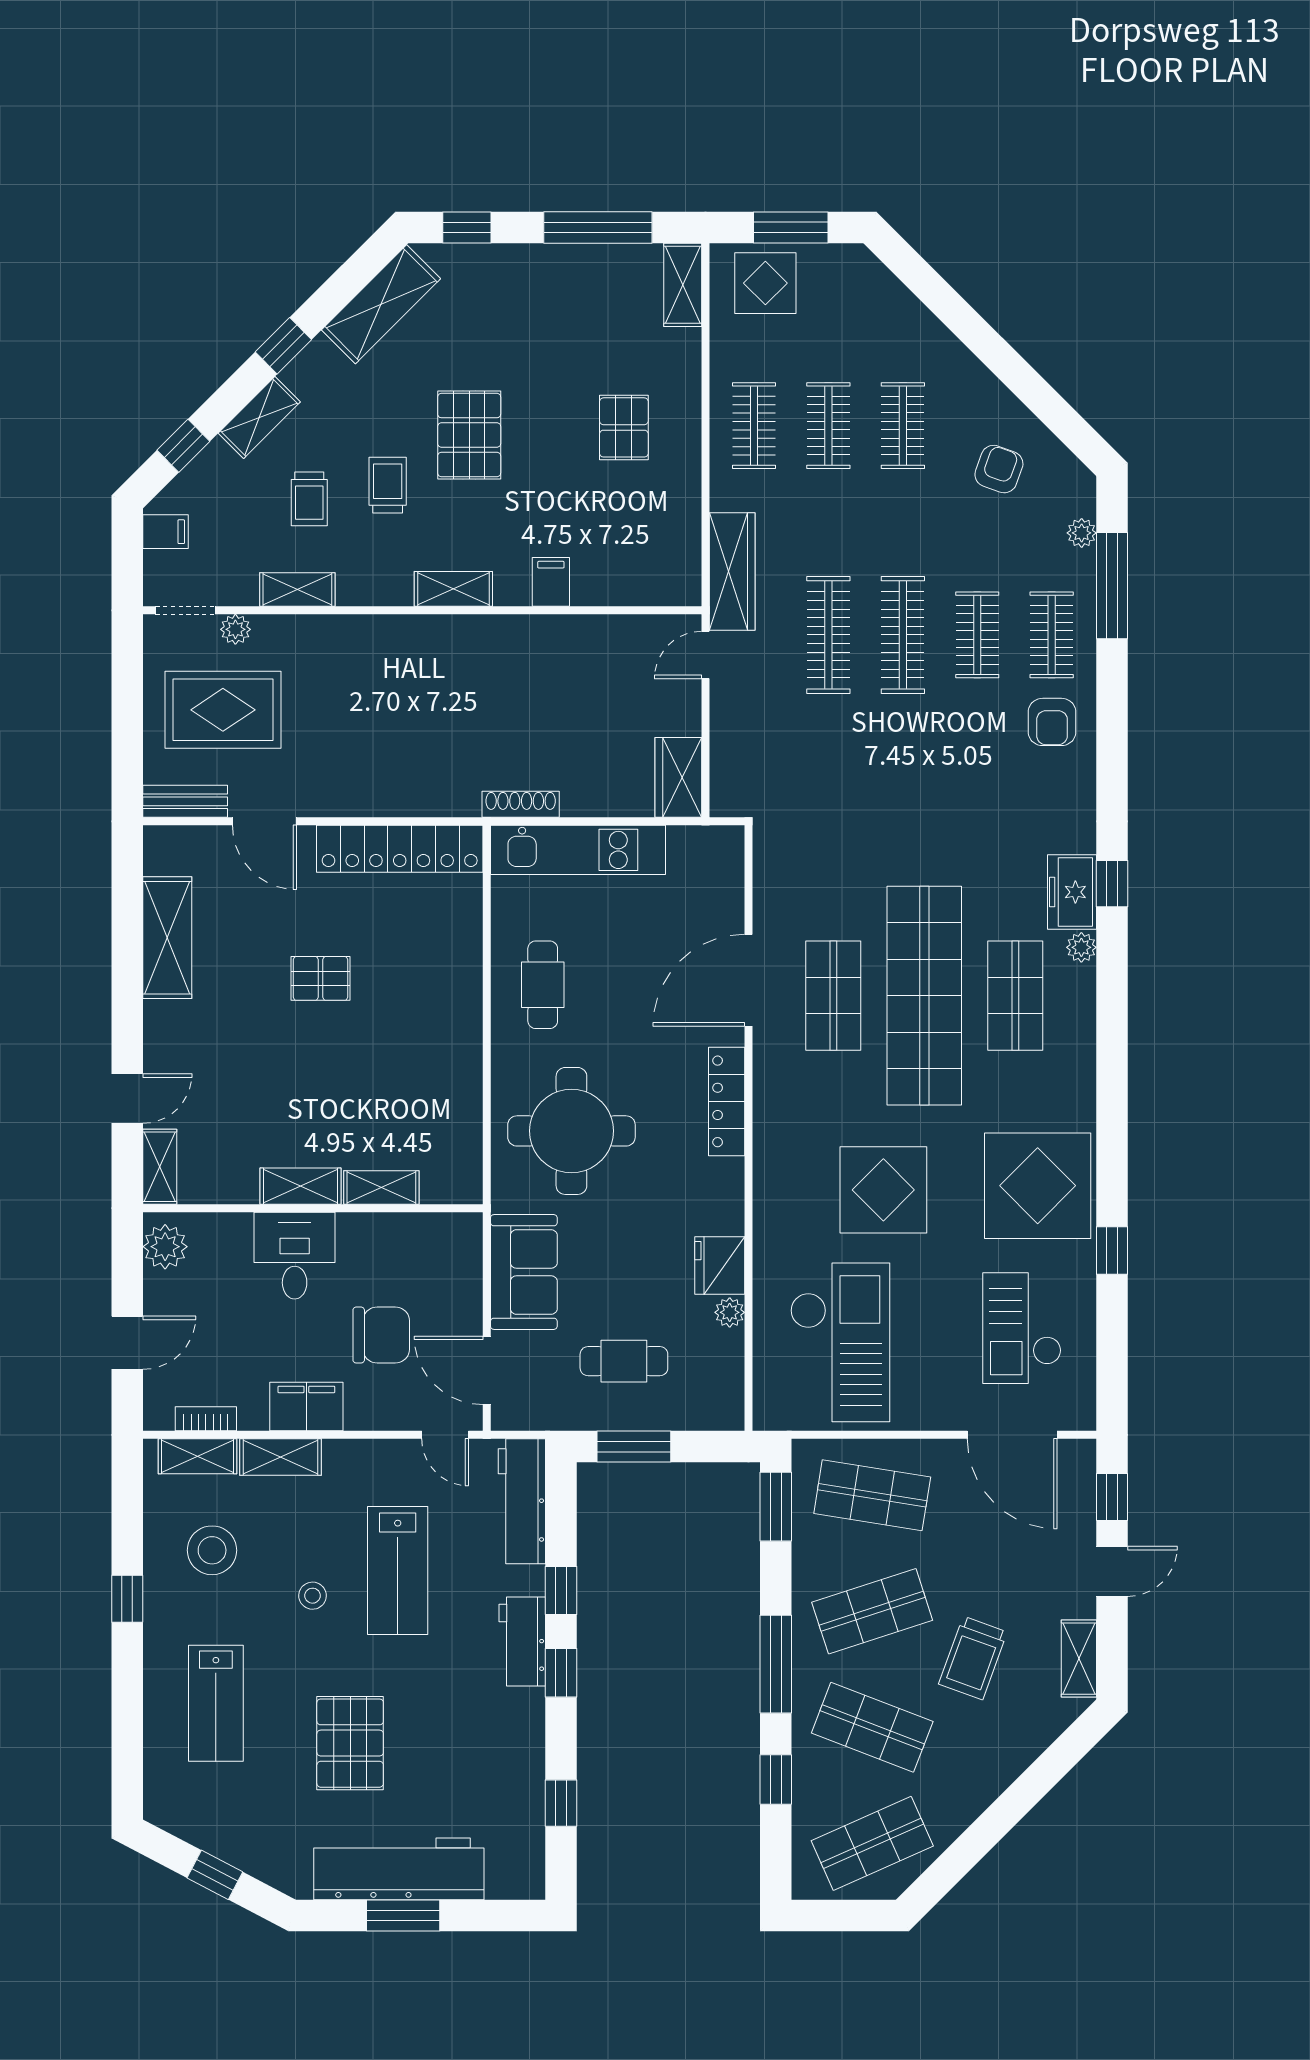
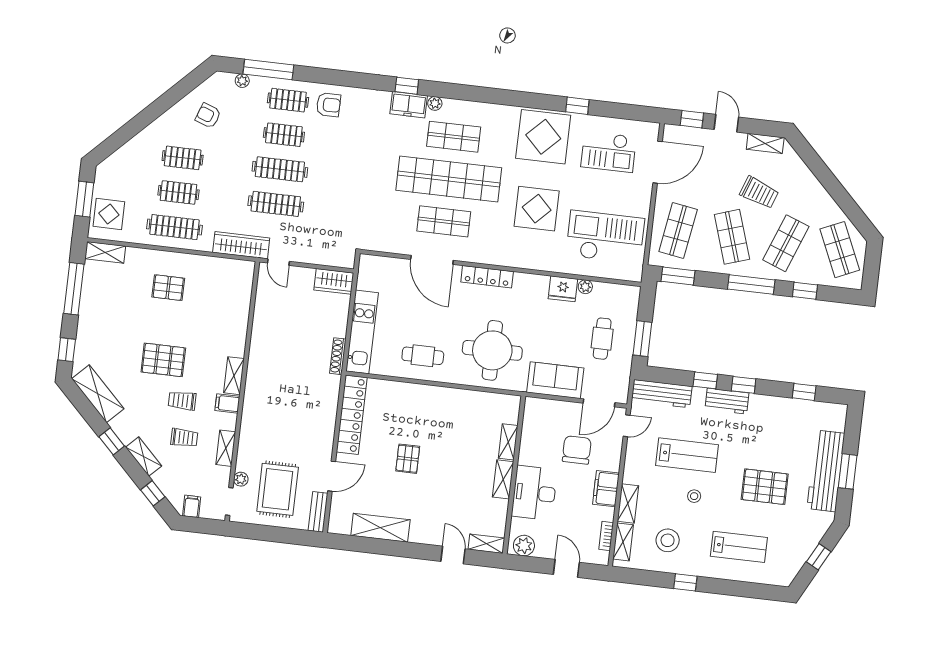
clothes rail: (754, 426) -> (174, 227), width x1.36
filing cabinet: (551, 582) -> (227, 403), moved
desk: (295, 1256) -> (534, 493), width x1.37

